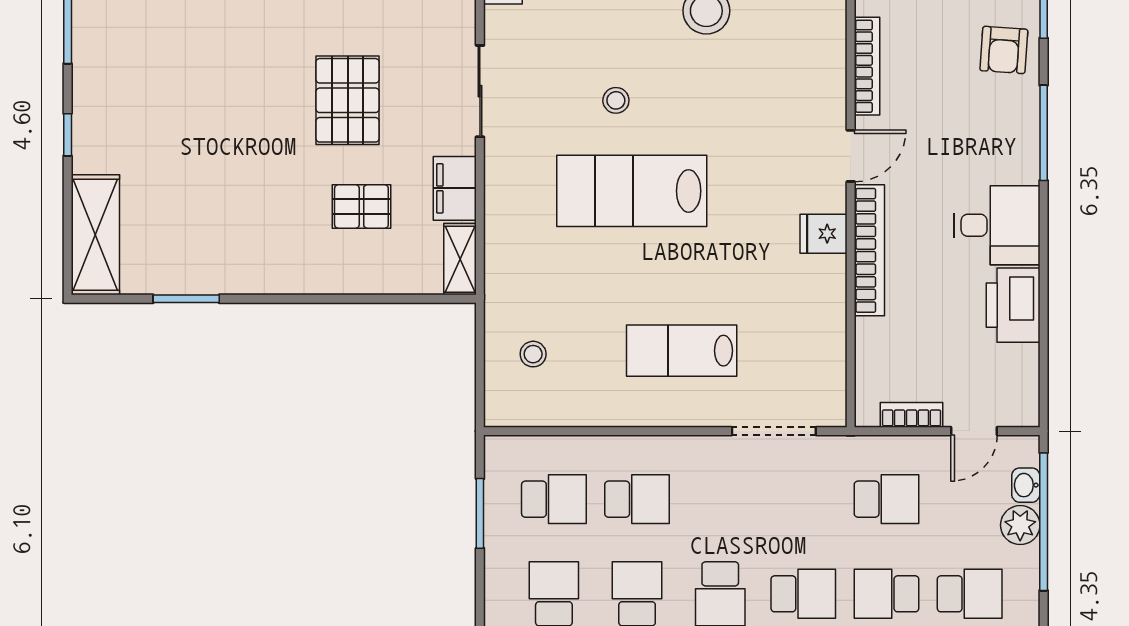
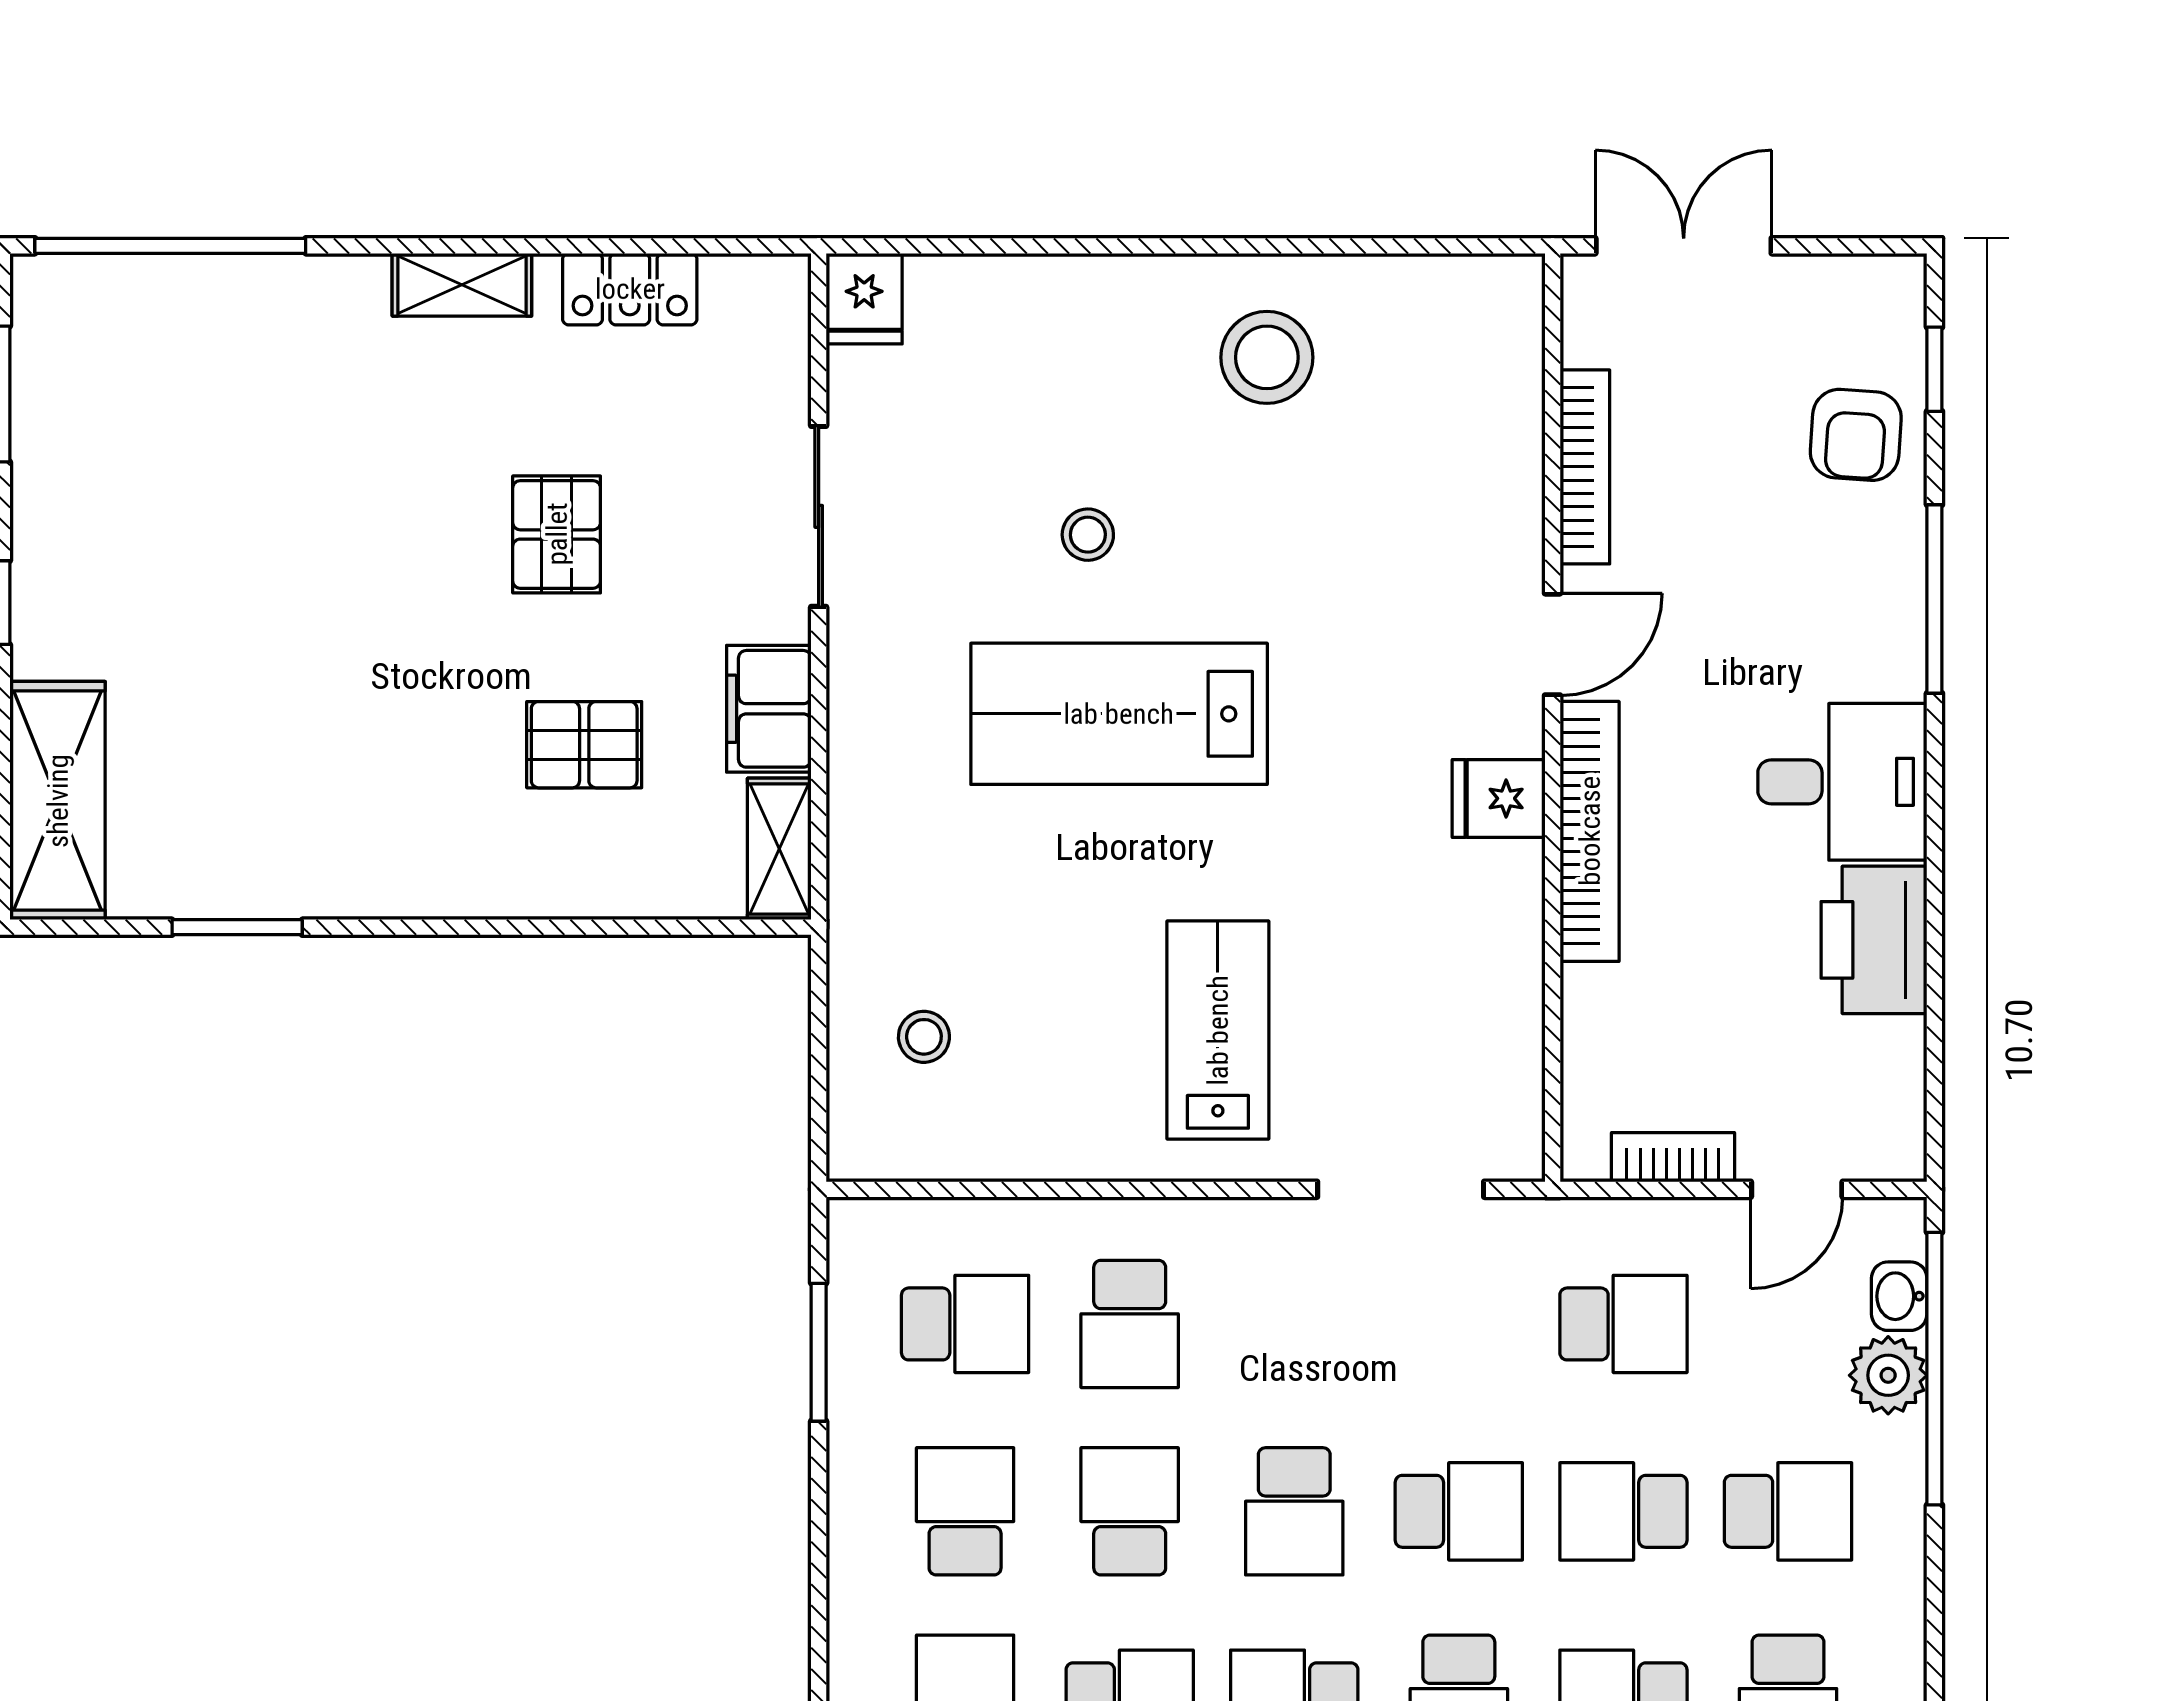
pallet: (348, 100) -> (557, 534), width x0.67, depth x0.71
lab bench: (682, 351) -> (1218, 1030), turned 90
school desk: (637, 499) -> (1130, 1324), turned 90

